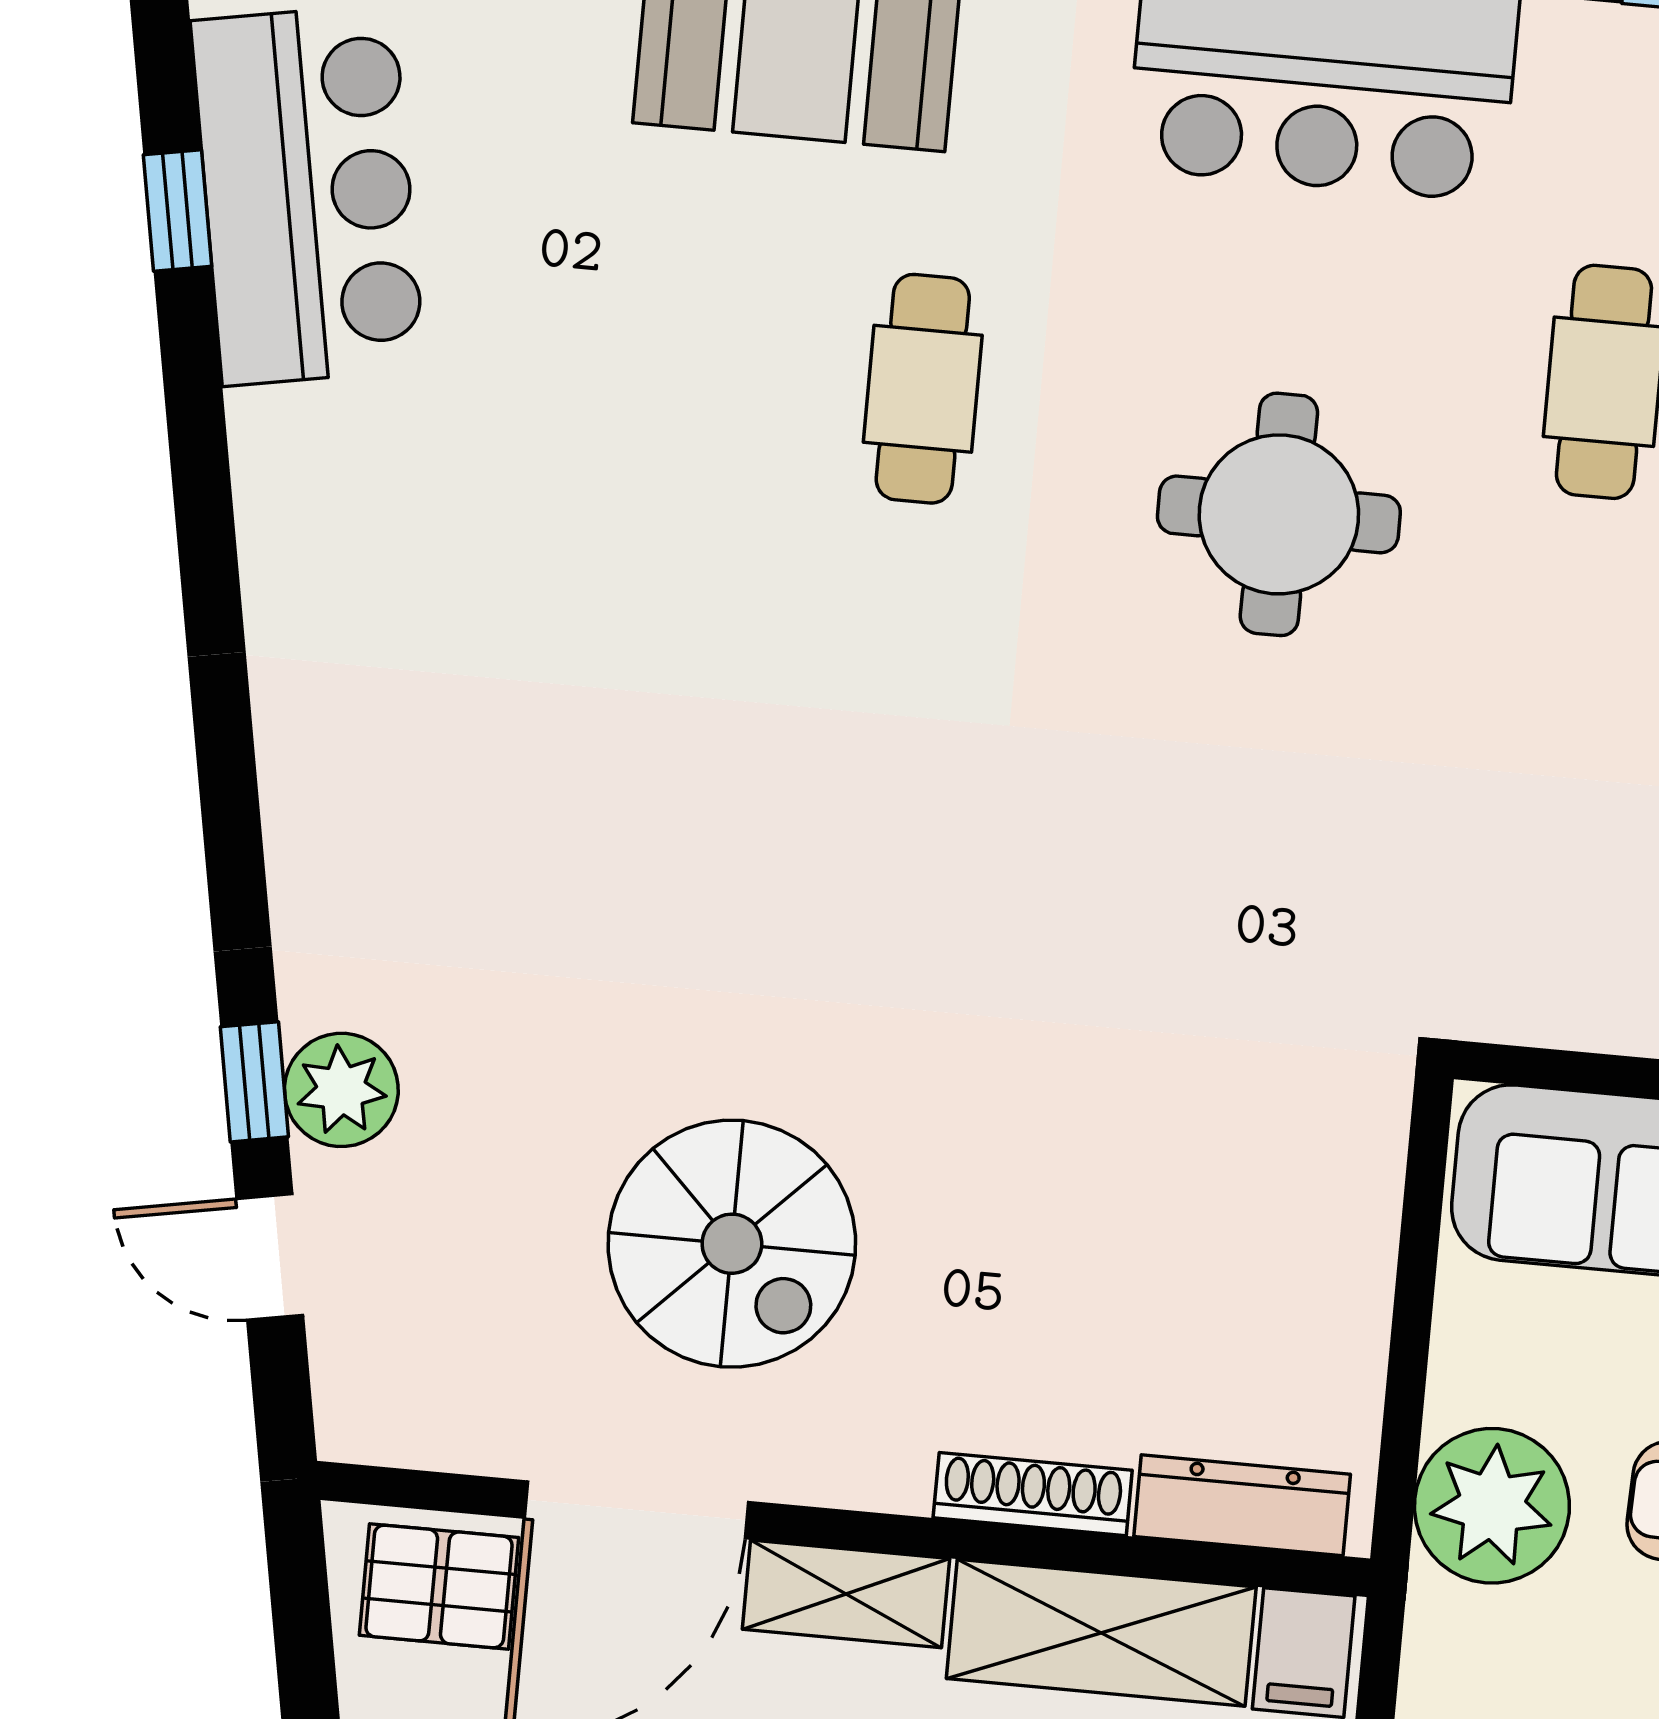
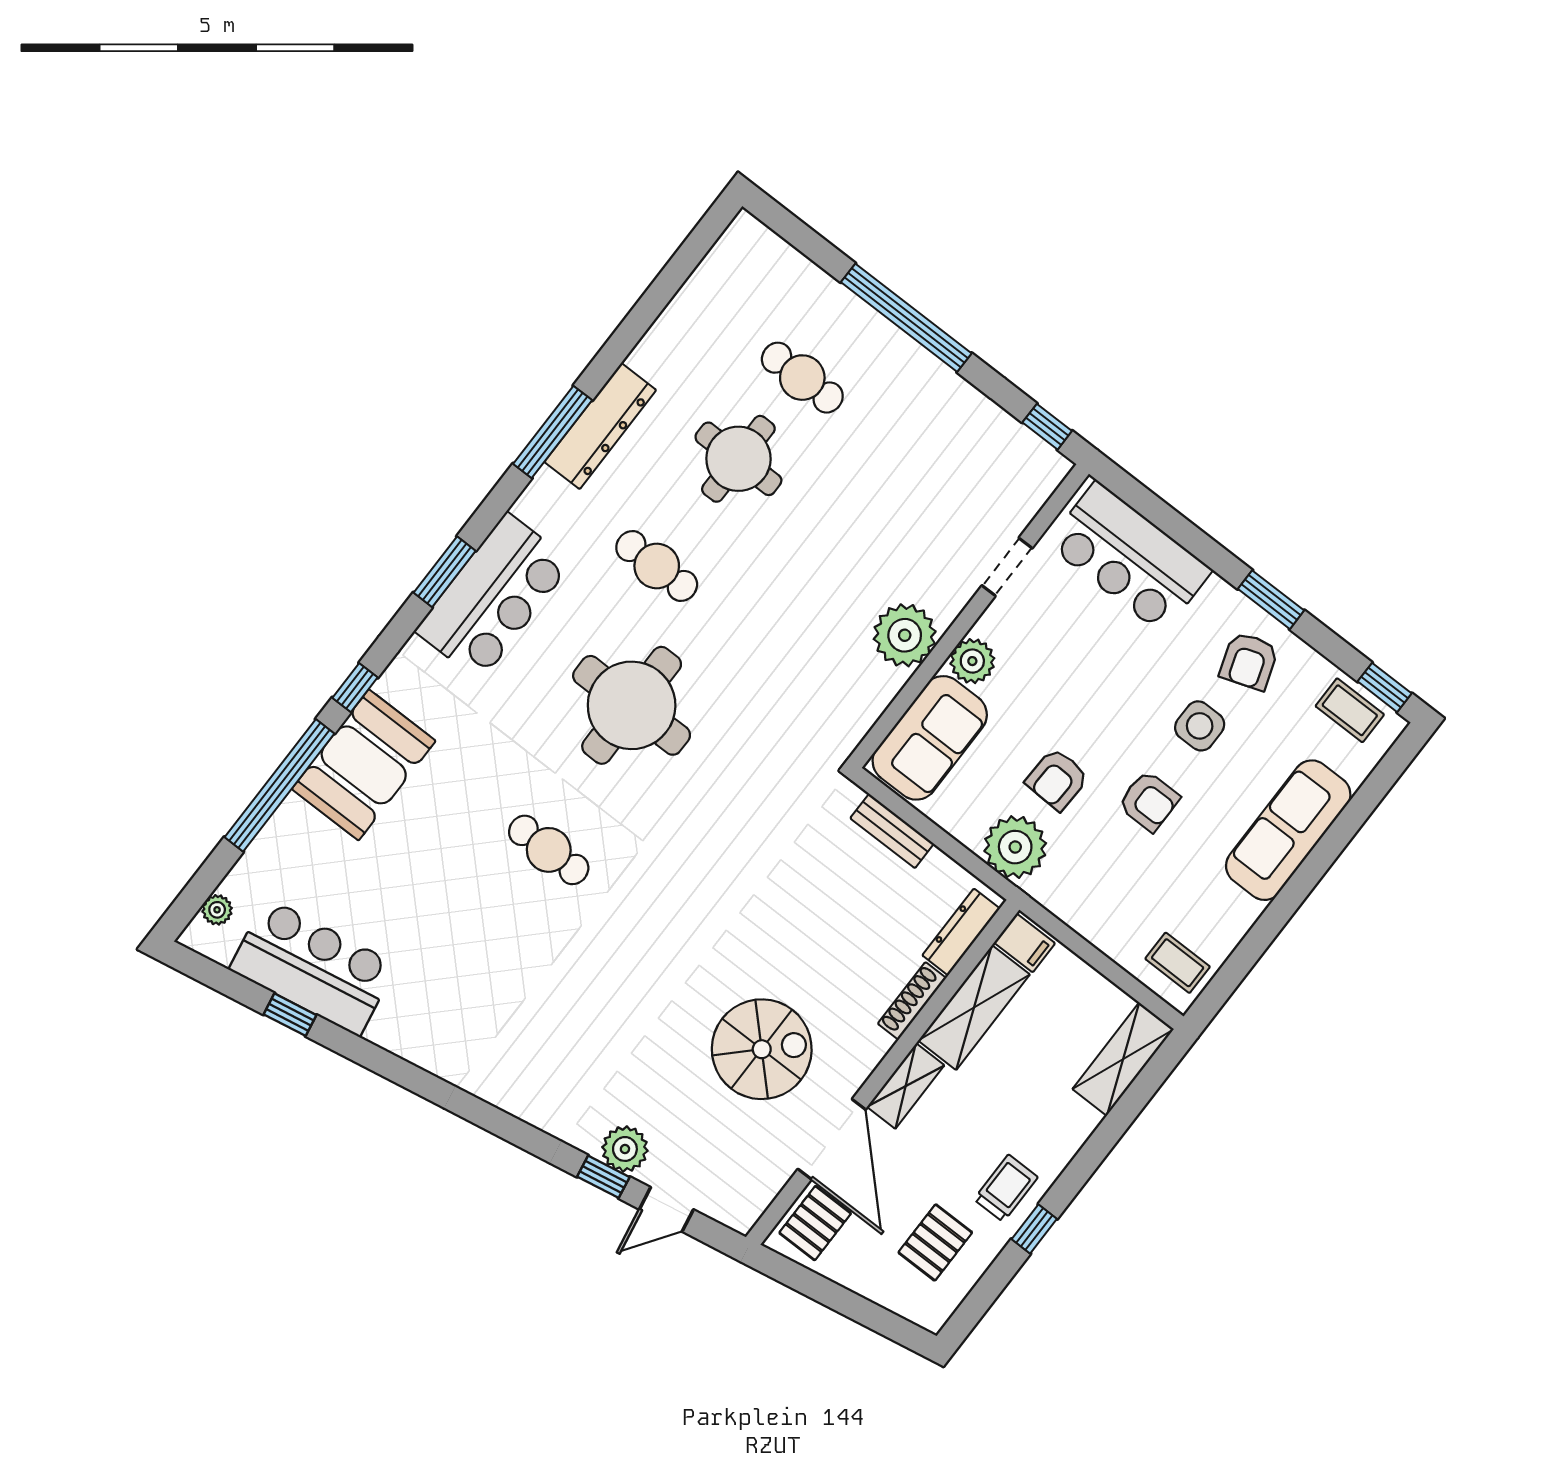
cafe table: (923, 389) -> (549, 850), moved
round table: (1279, 514) -> (632, 705), width x1.36, depth x1.36
bench: (1362, 1226) -> (892, 831), added

